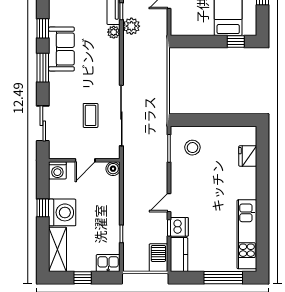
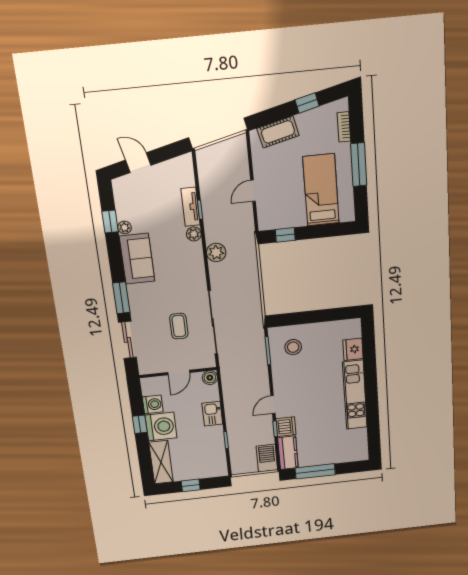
plant: (54, 20) -> (125, 227), added
plant: (131, 26) -> (216, 252), moved
window: (43, 28) -> (110, 222), moved
window: (236, 41) -> (285, 235), moved
window: (43, 68) -> (121, 298), moved
washing machine: (57, 170) -> (153, 404), moved, turned -90
kitchen unit: (247, 234) -> (355, 395), moved
kitchen sink: (108, 263) -> (212, 414), moved, turned -90
window: (223, 278) -> (315, 471), moved

